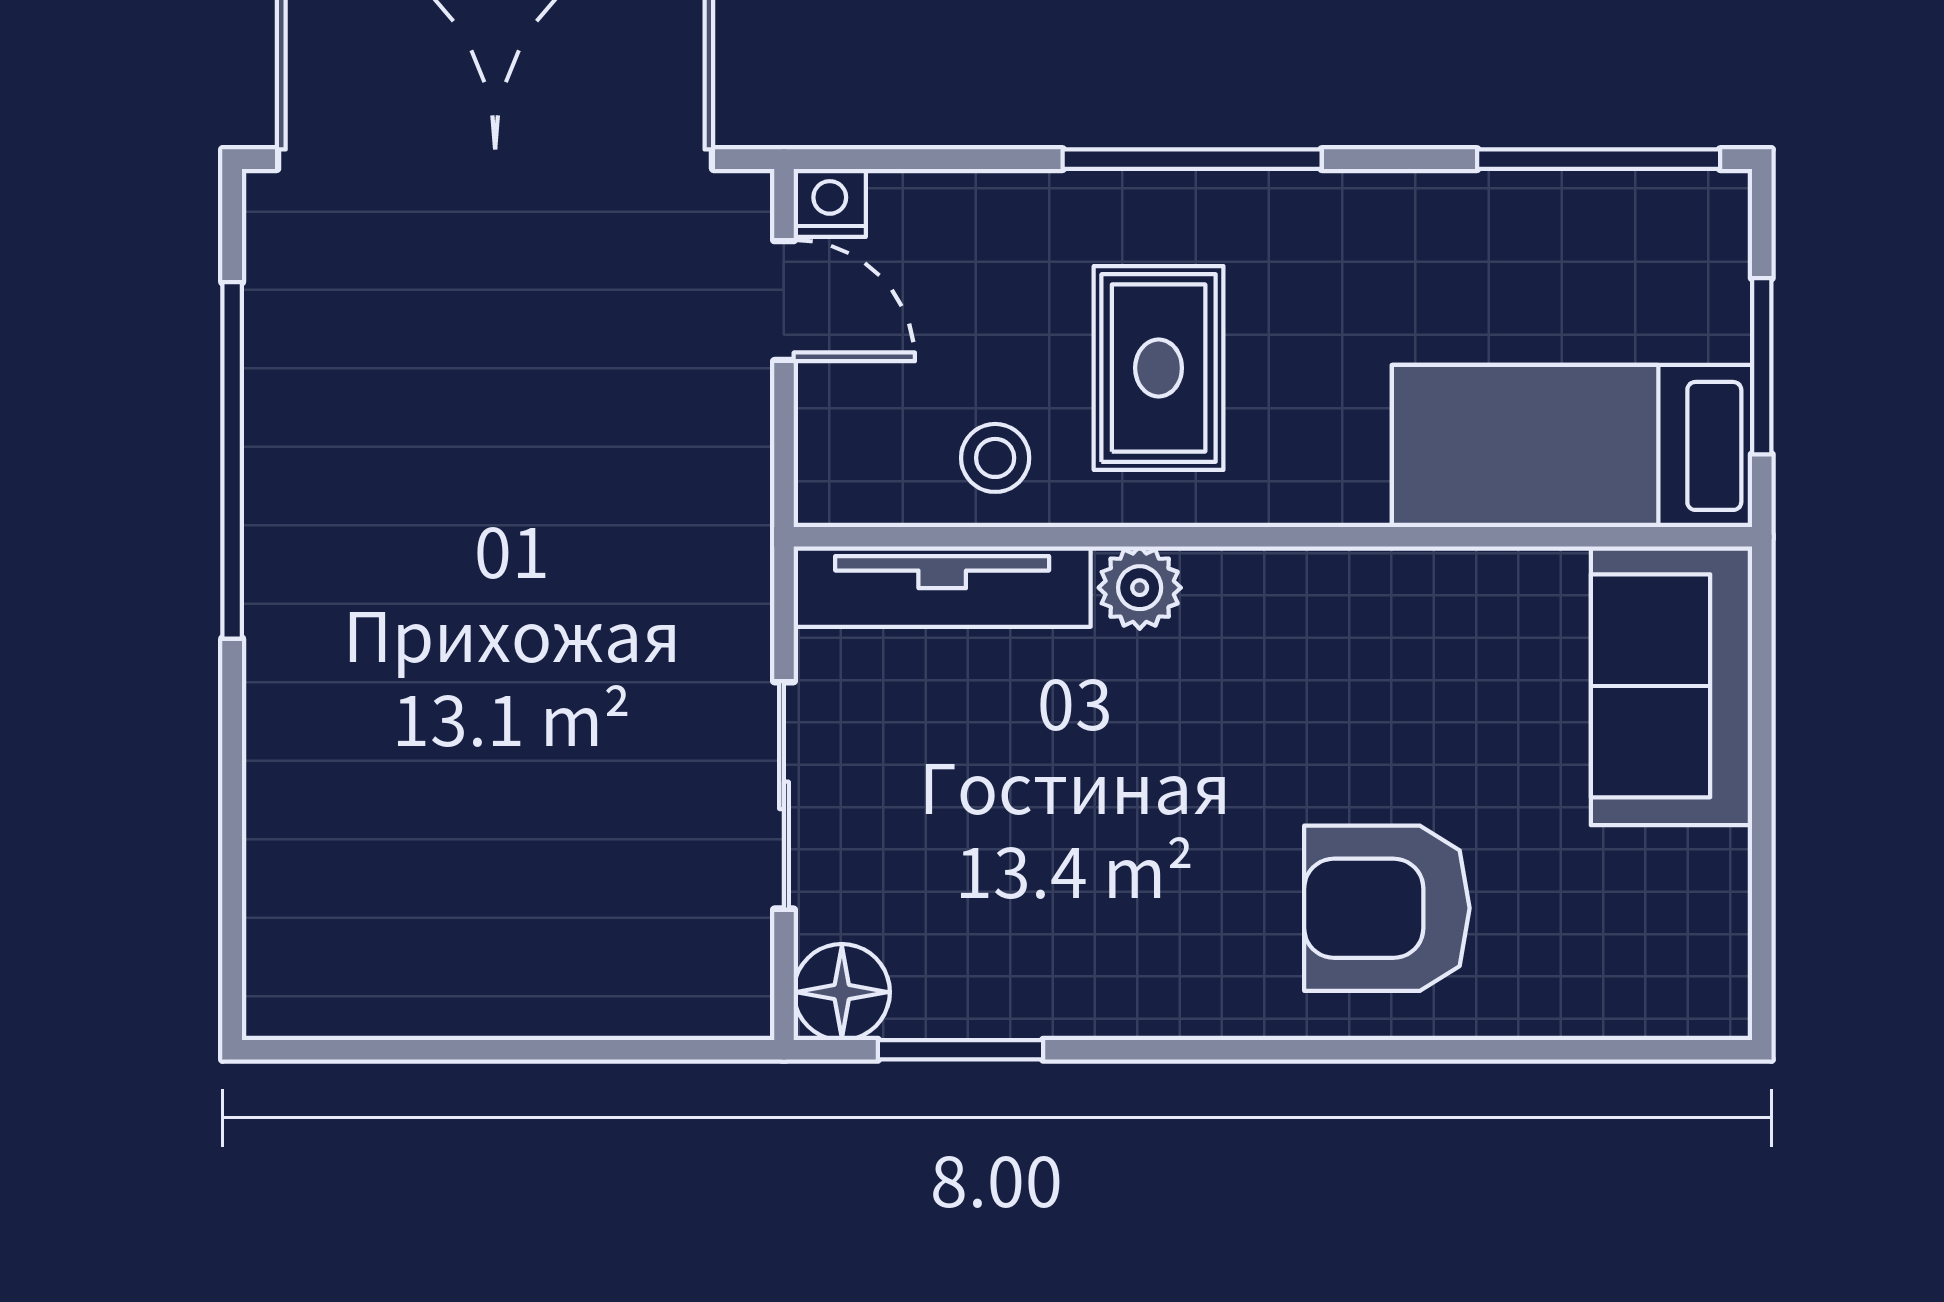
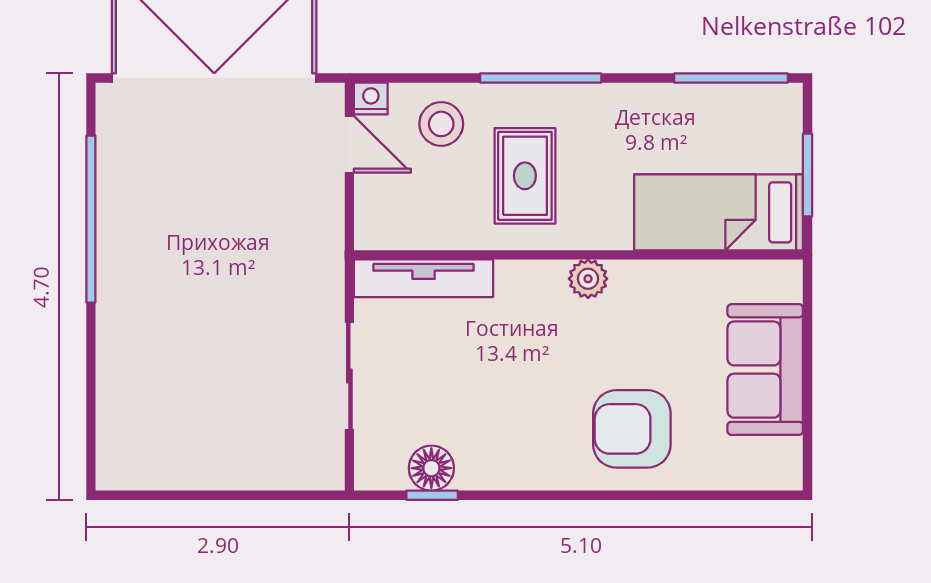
stool: (995, 458) -> (441, 124), moved, width x1.37, depth x1.37
plant: (1140, 588) -> (588, 279), moved
sofa: (1671, 686) -> (765, 370), moved
floor lamp: (842, 992) -> (431, 468), moved
window: (961, 1050) -> (432, 495), width x0.67

